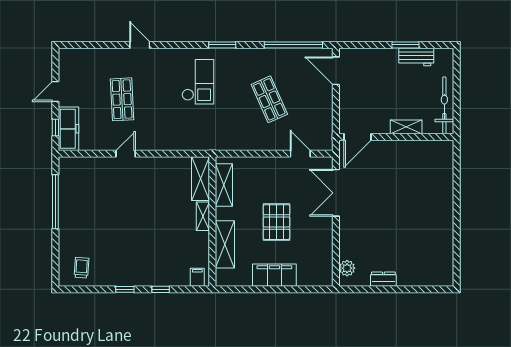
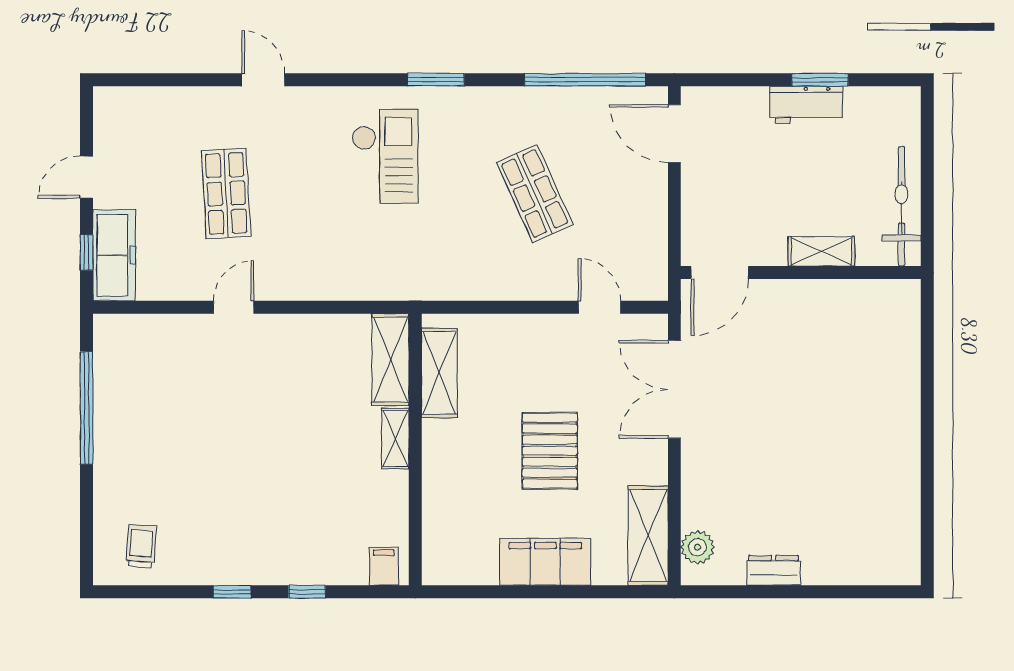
workbench: (416, 57) -> (806, 105), moved
shelving: (225, 244) -> (648, 536), moved

